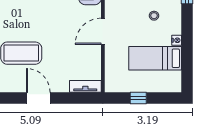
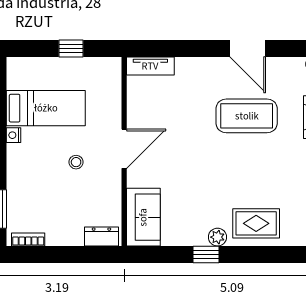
stool: (154, 16) -> (76, 162), moved
door: (38, 98) -> (248, 48), moved

